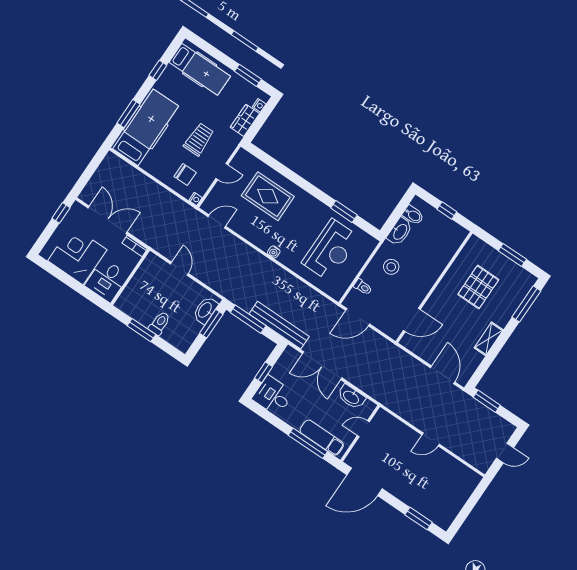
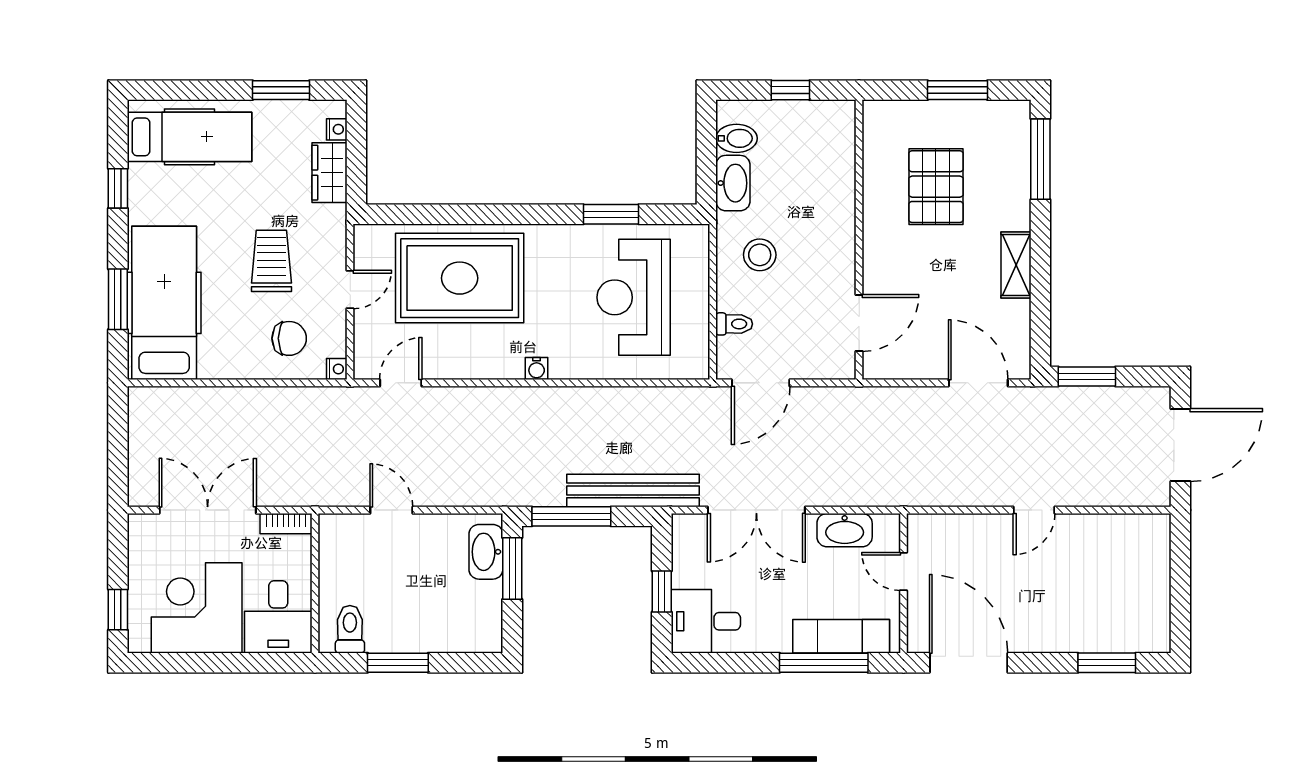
rug: (268, 196) -> (460, 278), width x1.37, depth x1.44
window: (61, 213) -> (118, 610), moved
reception desk: (331, 250) -> (634, 297), turned 180
toilet: (159, 323) -> (350, 629), moved
door: (363, 429) -> (904, 571), hinge flipped
door: (505, 453) -> (1180, 445), width x1.87
door: (365, 482) -> (969, 663), swing flipped

